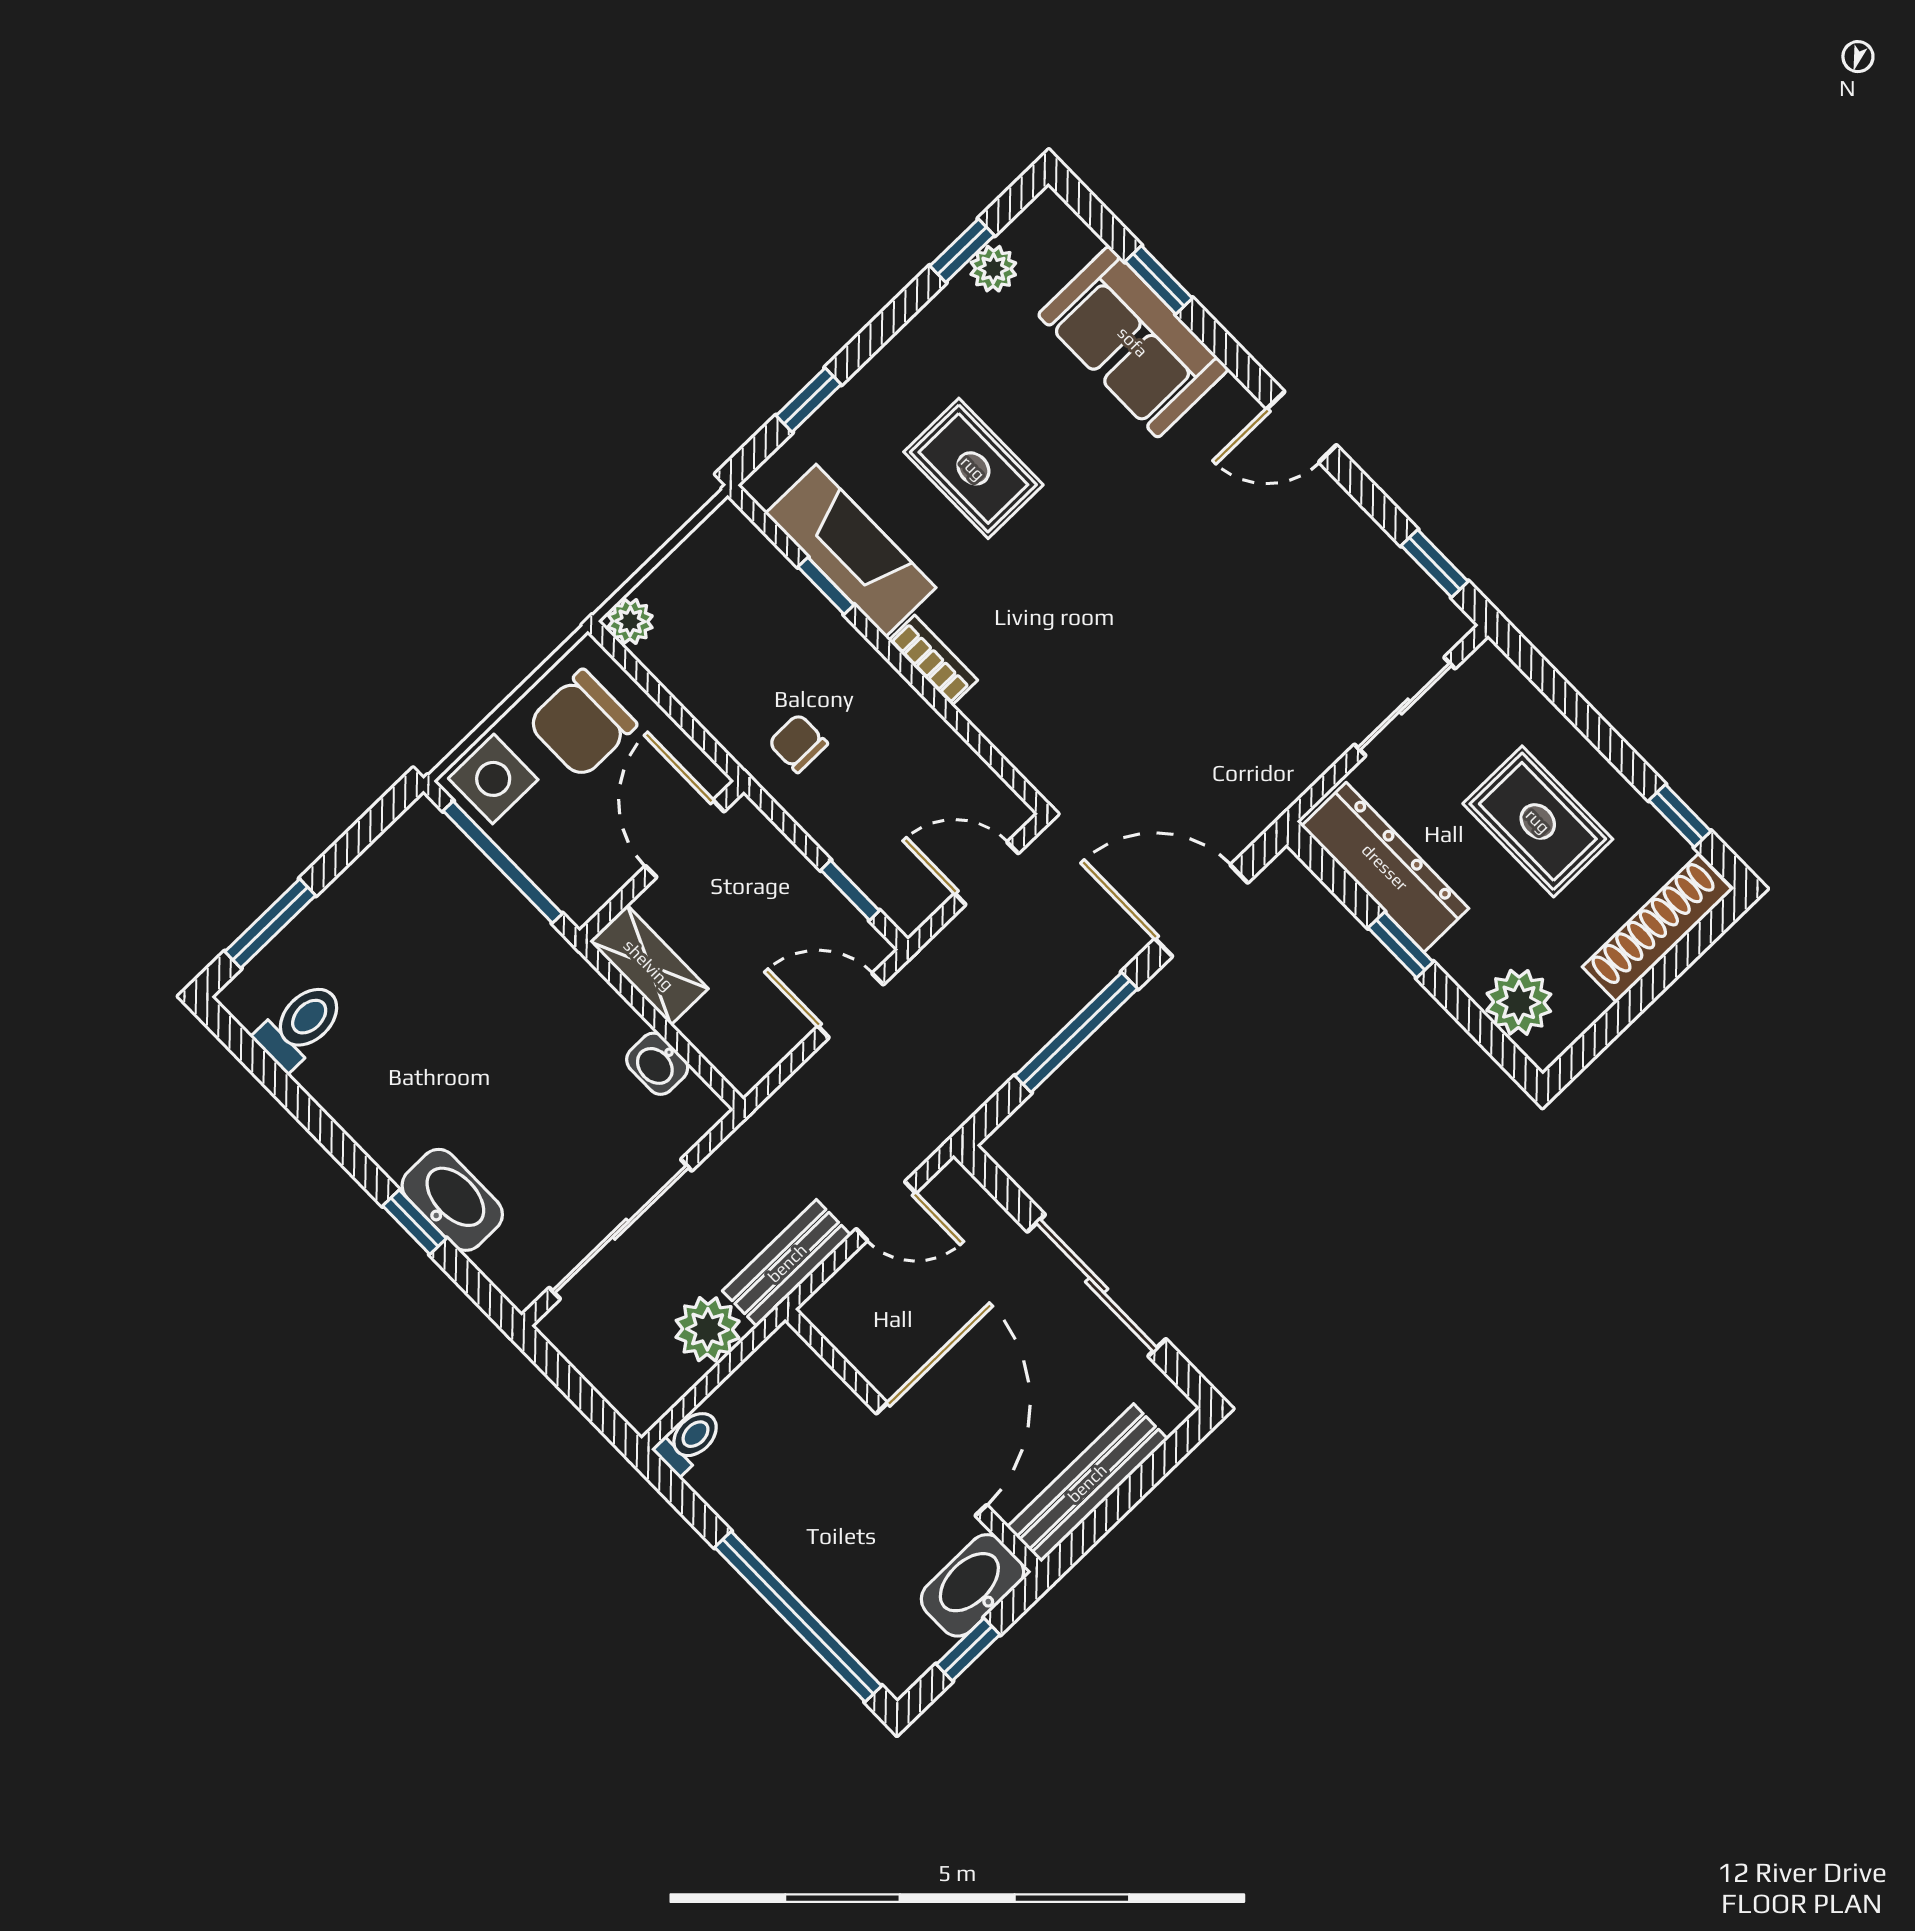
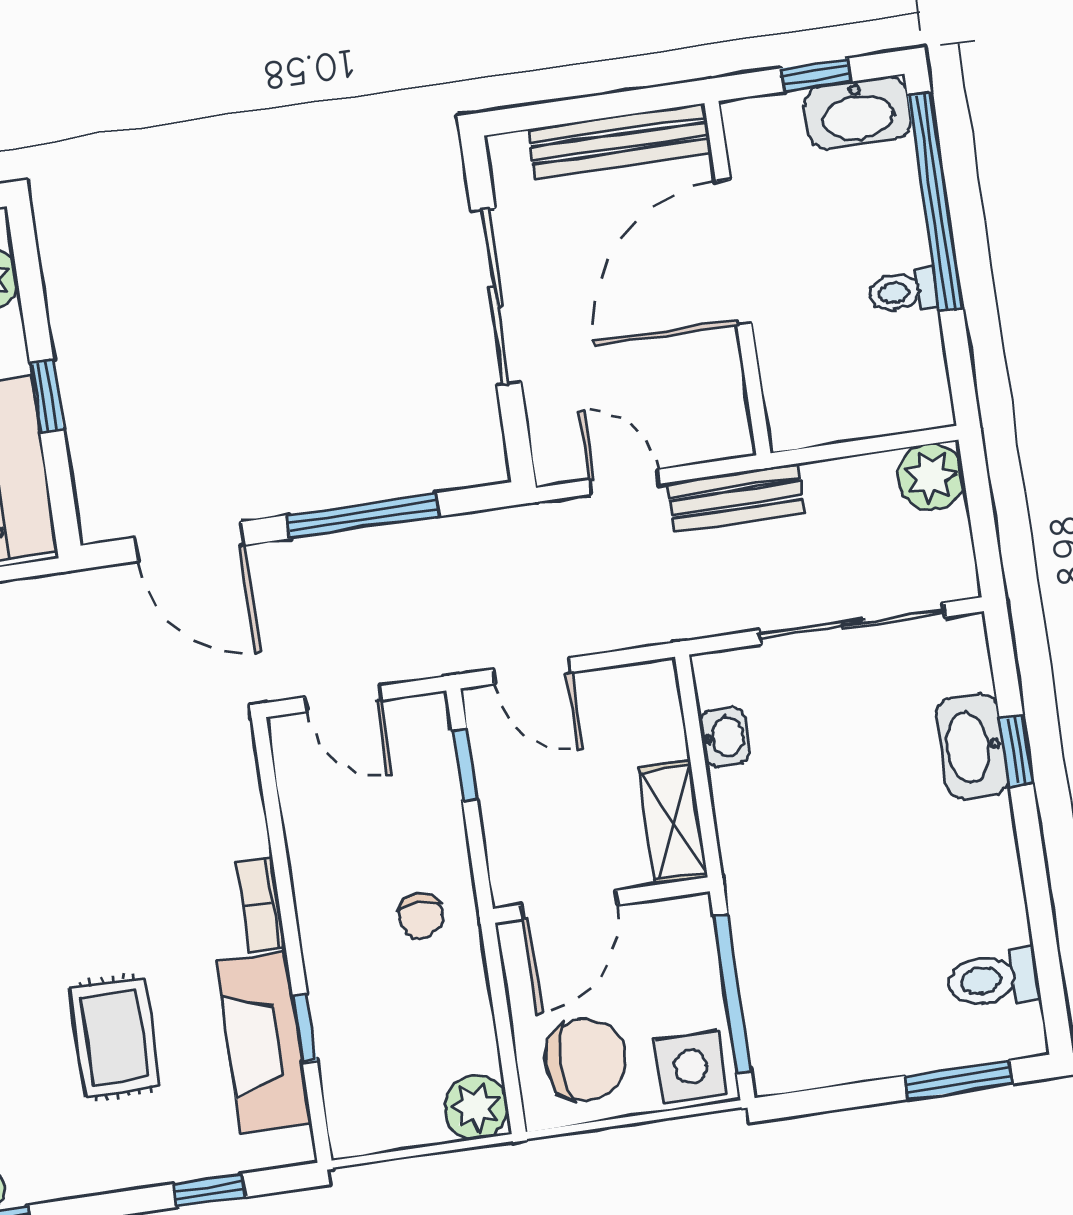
plant: (630, 621) -> (476, 1107), width x1.38, depth x1.38
plant: (708, 1329) -> (931, 477), moved
toilet: (689, 1441) -> (903, 291), moved
washbasin: (972, 1585) -> (858, 113), moved

